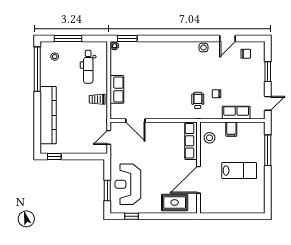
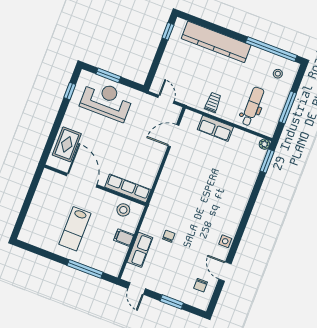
window: (68, 39) -> (288, 107), moved
dental chair: (88, 67) -> (253, 106), turned 90
wheelchair: (198, 100) -> (169, 213), removed

